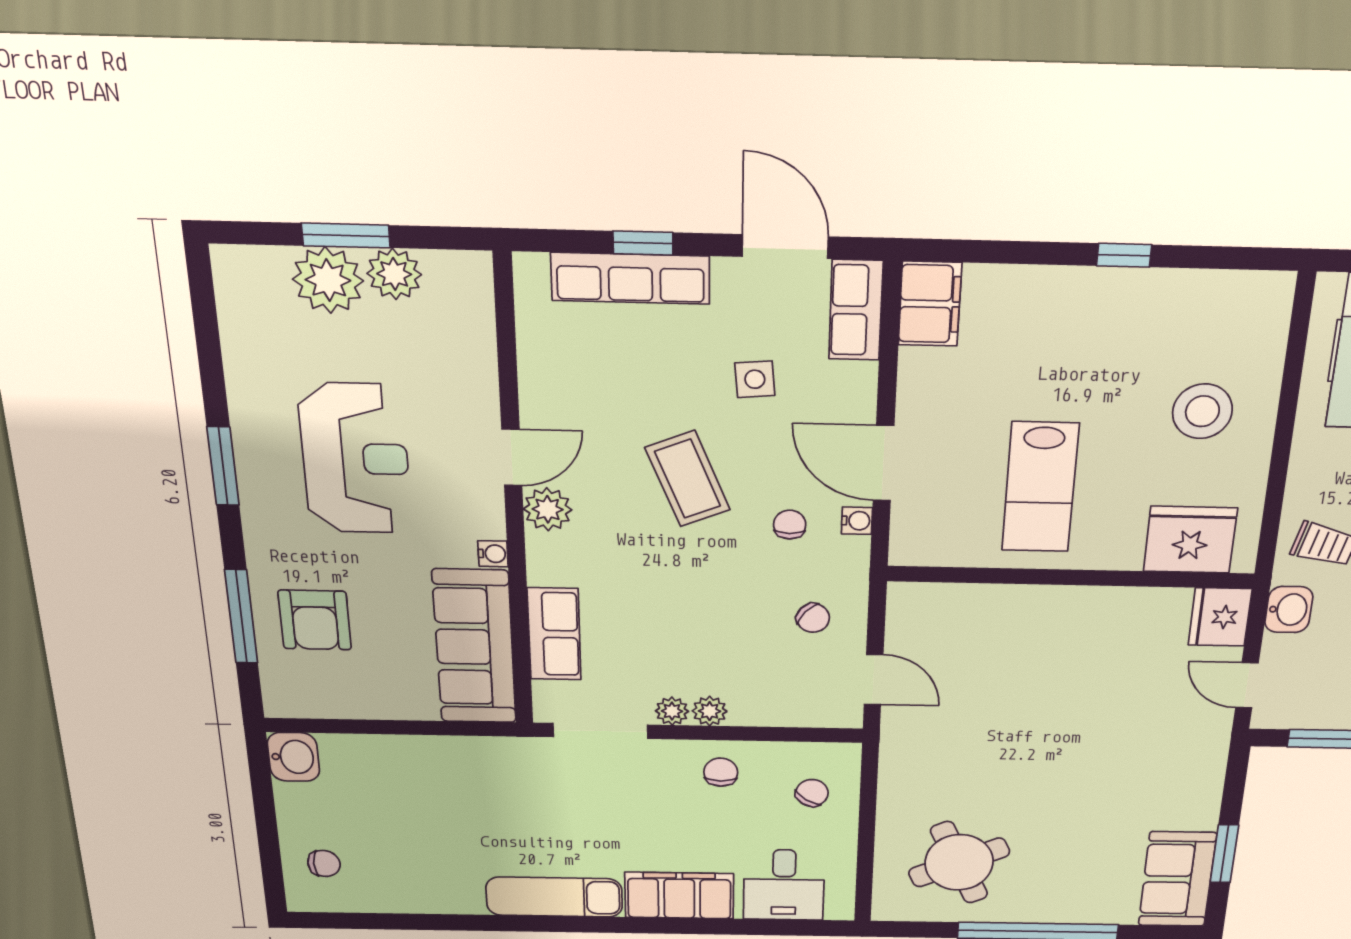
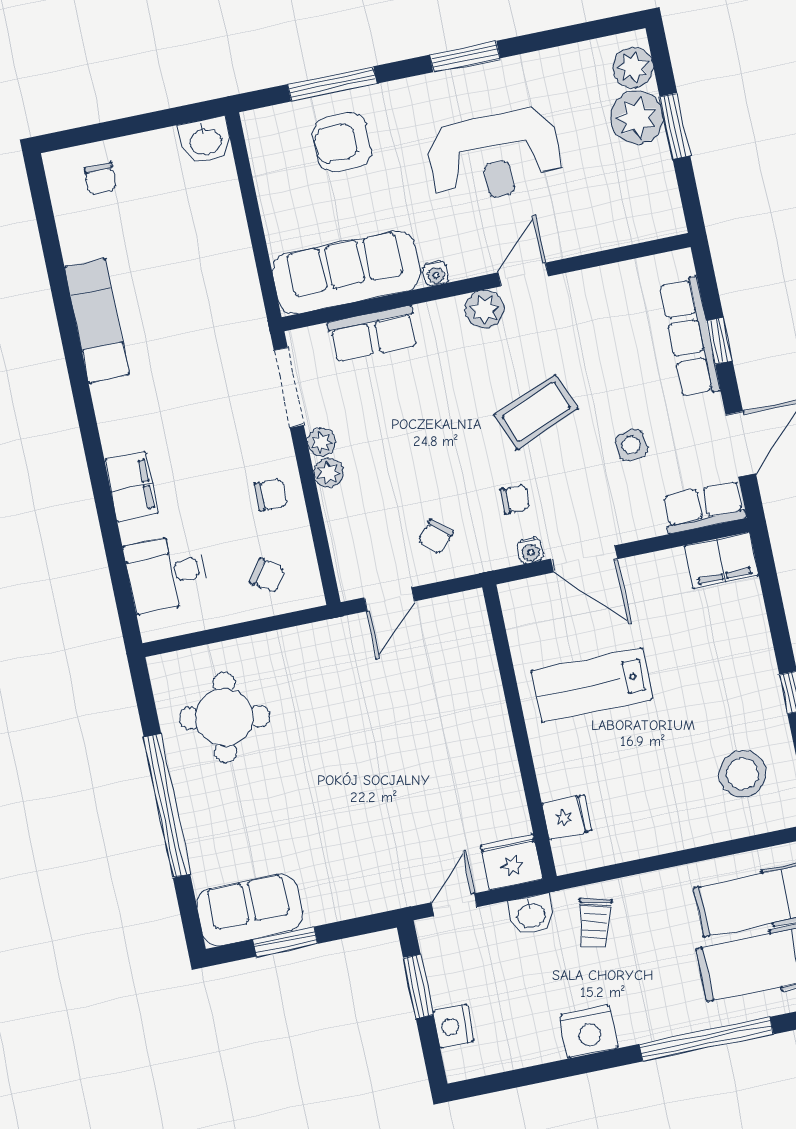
plant: (394, 274) -> (633, 68), moved
stool: (1202, 411) -> (743, 774), moved
door: (512, 457) -> (523, 274), swing flipped
door: (884, 463) -> (584, 559), swing flipped
fridge: (1190, 540) -> (567, 817), width x0.53, depth x0.75
round table: (959, 862) -> (225, 717), turned 35
filing cabinet: (679, 896) -> (132, 487), width x0.67, depth x0.86
exam couch: (554, 897) -> (97, 321), moved

